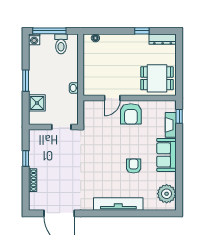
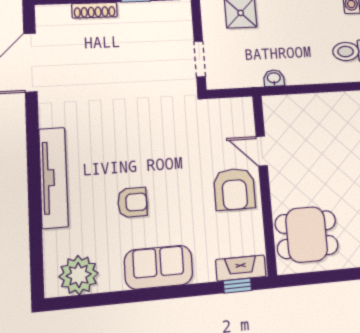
dining table: (157, 78) -> (307, 235), turned 90
armchair: (131, 114) -> (234, 189), turned -90
fireplace: (171, 125) -> (241, 268), moved

